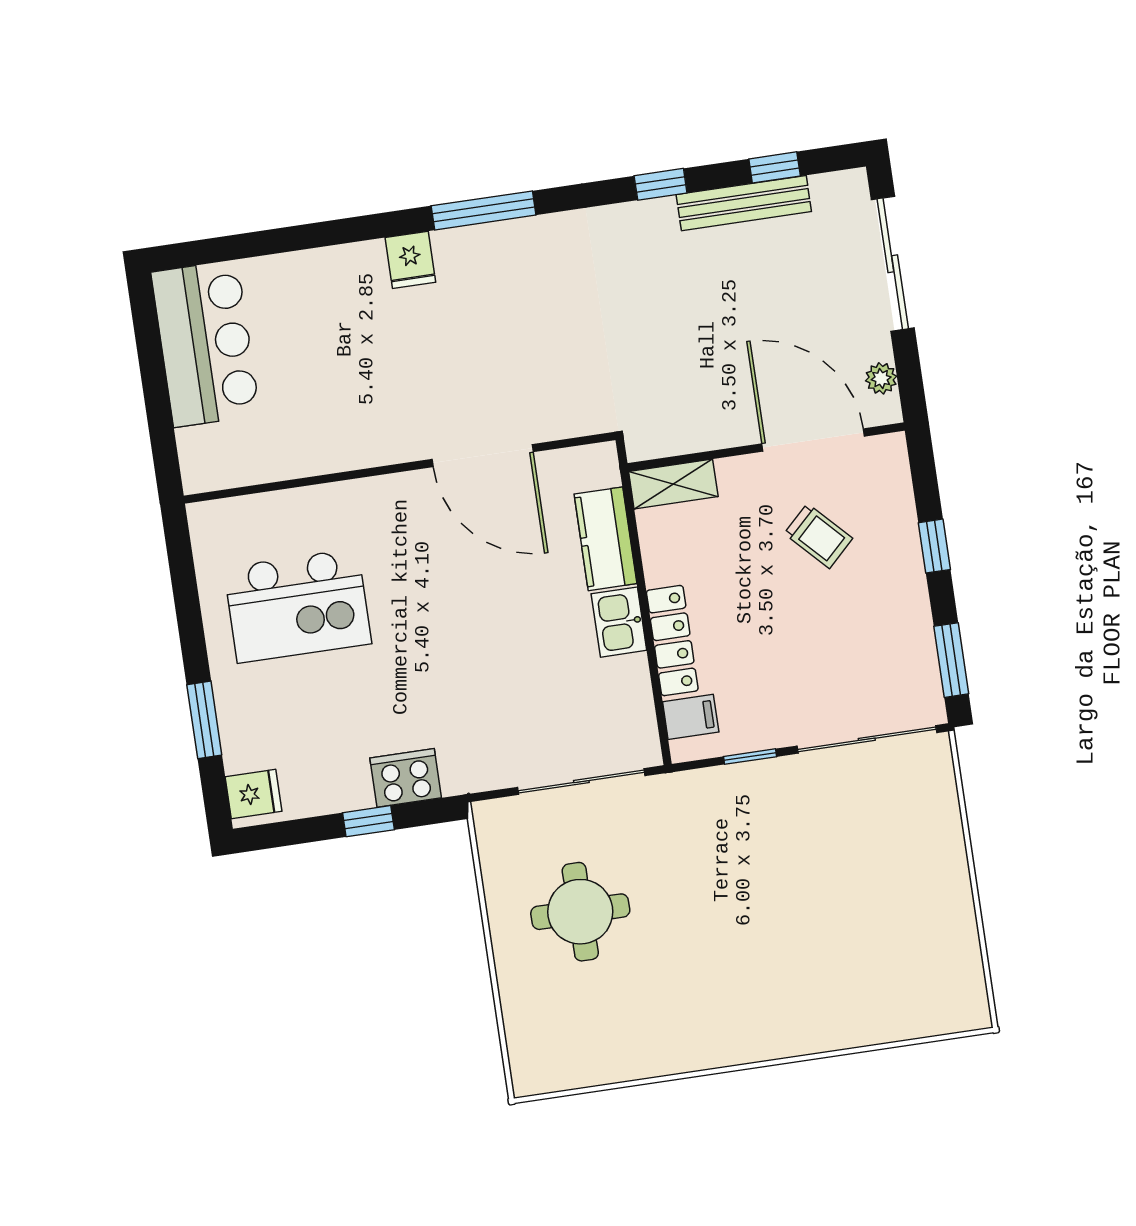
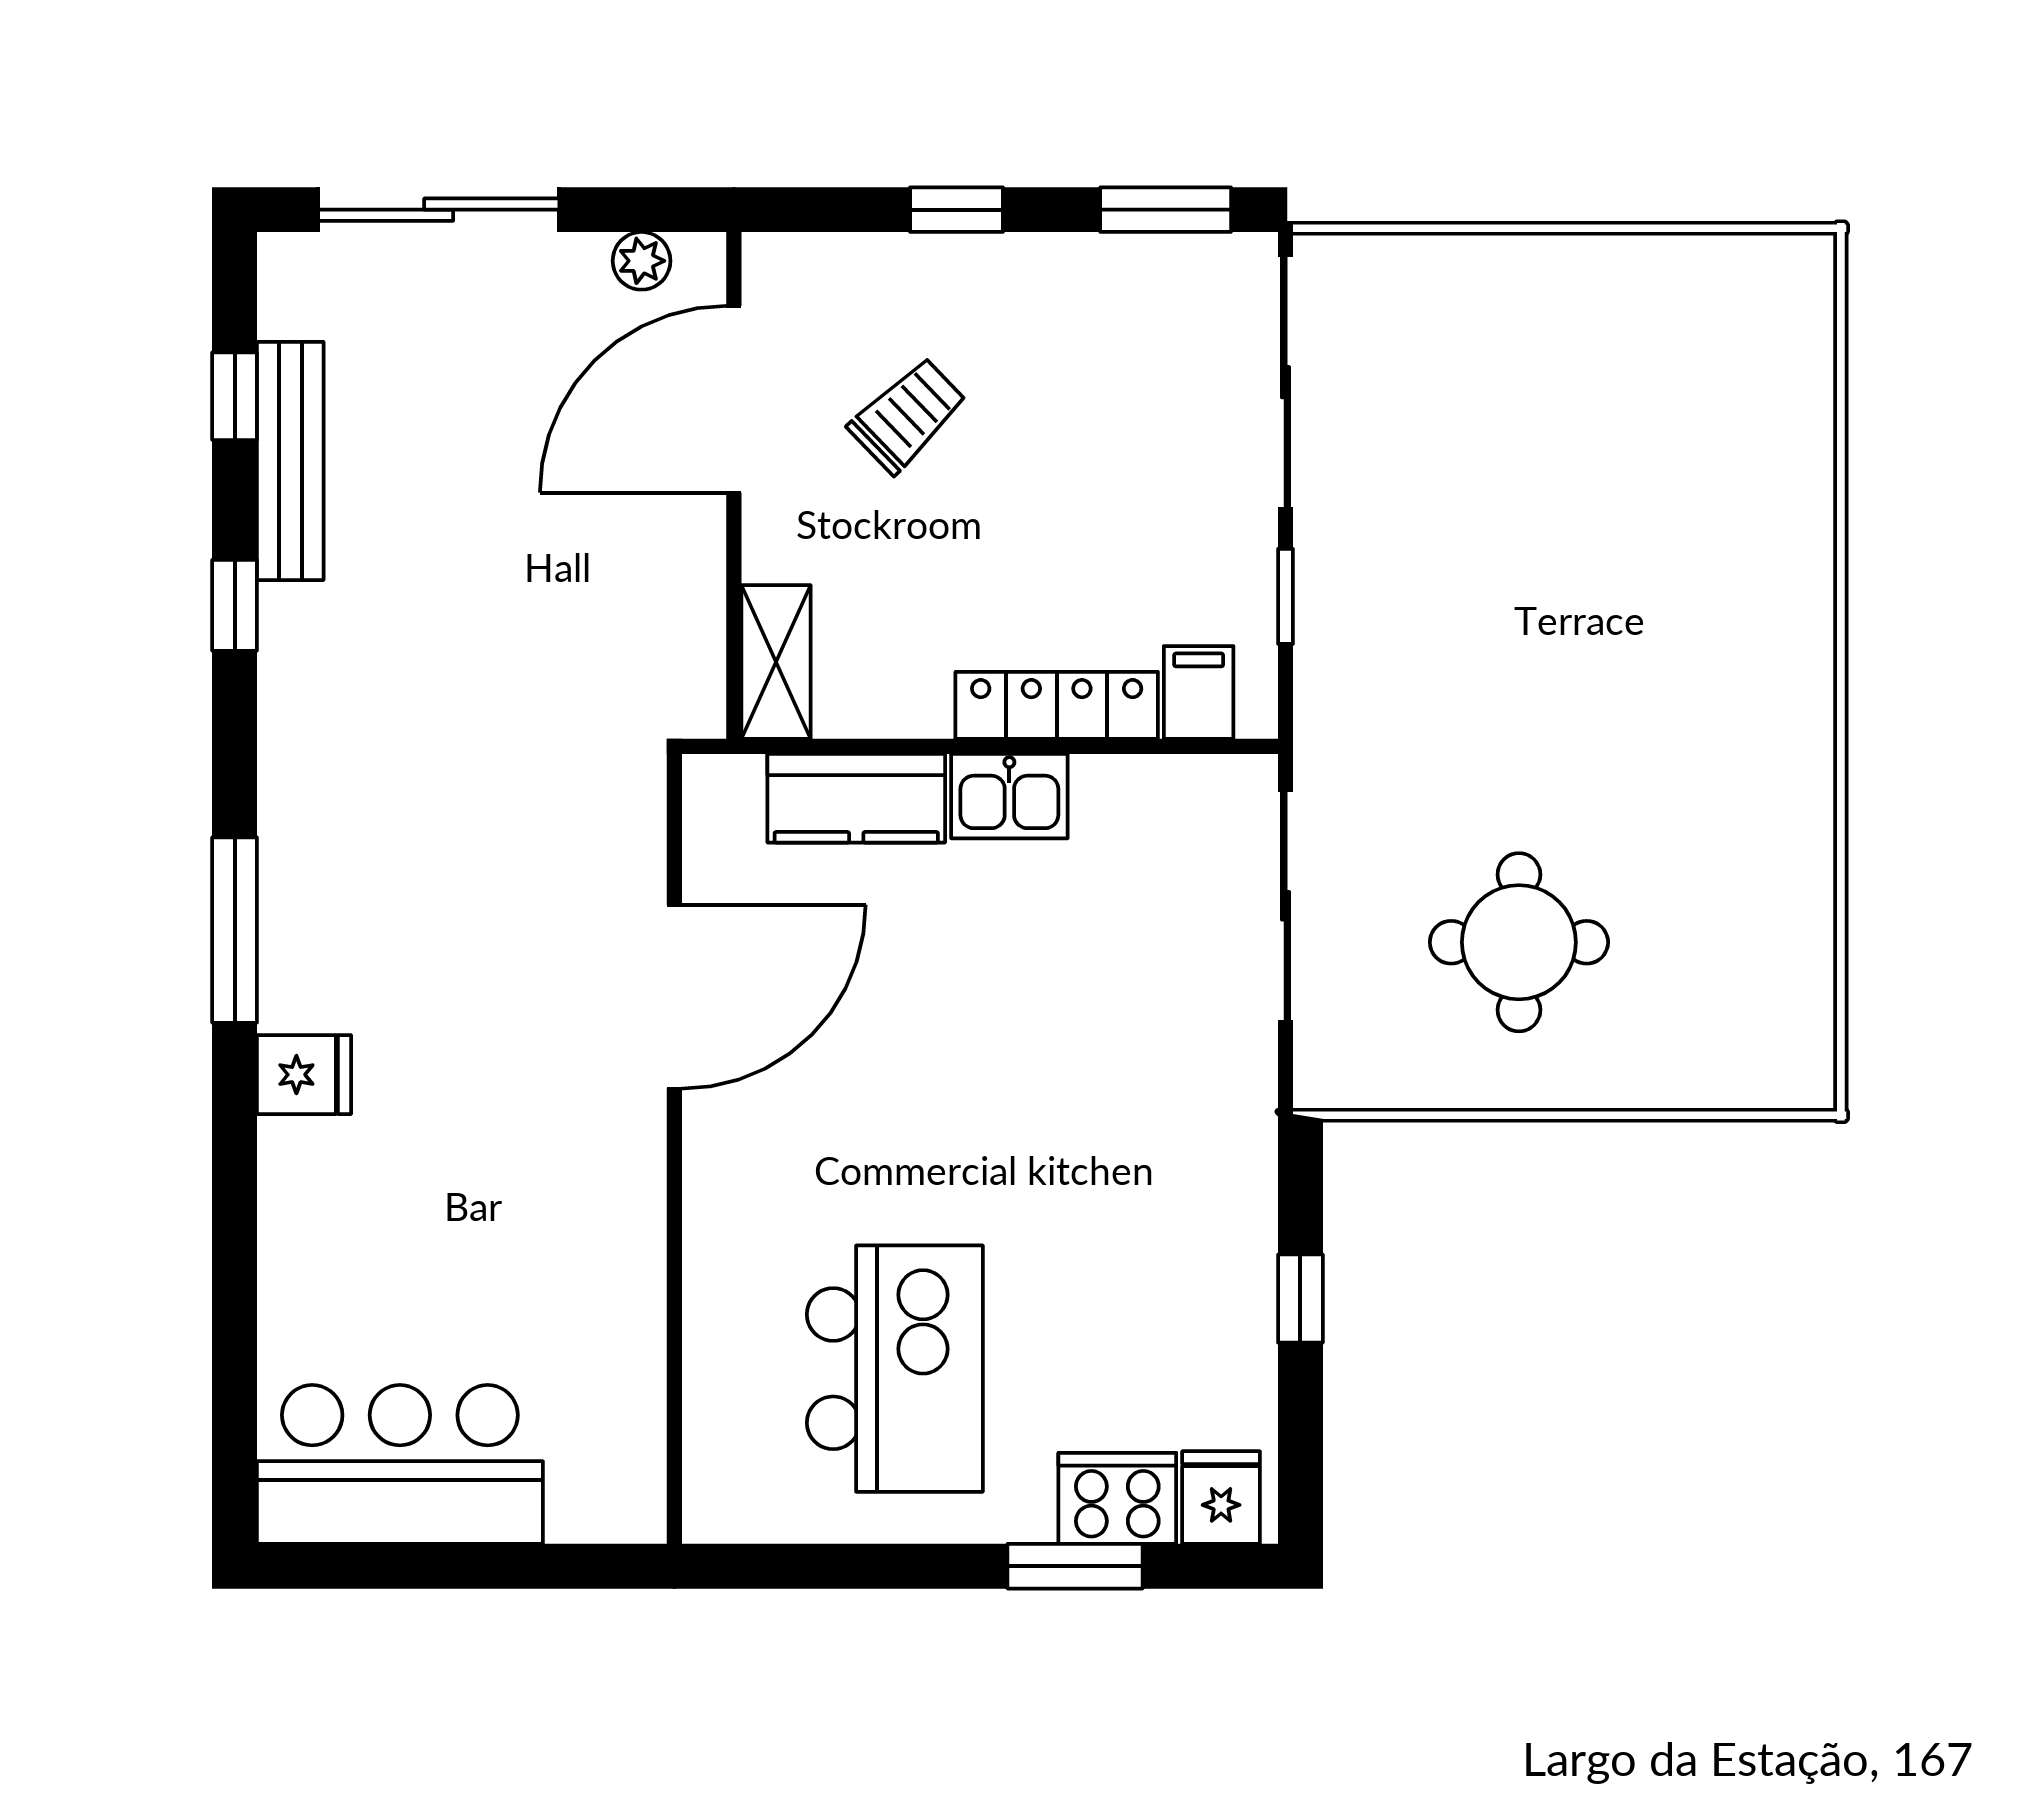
cooker: (406, 778) -> (1117, 1498), moved, turned 90

